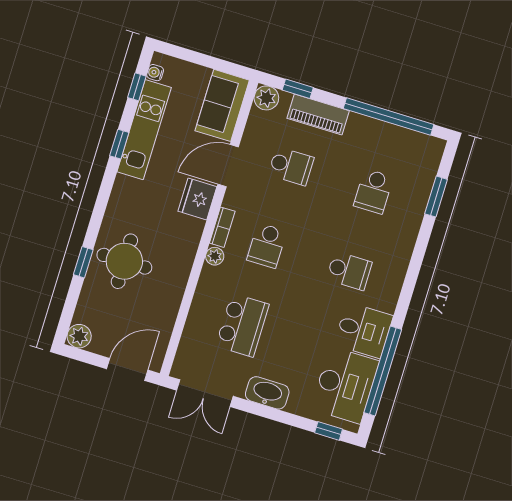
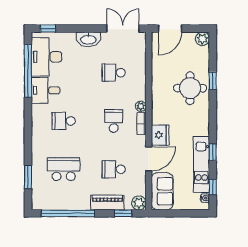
school desk: (373, 191) -> (64, 169), width x1.85
school desk: (242, 325) -> (114, 73), width x0.54

